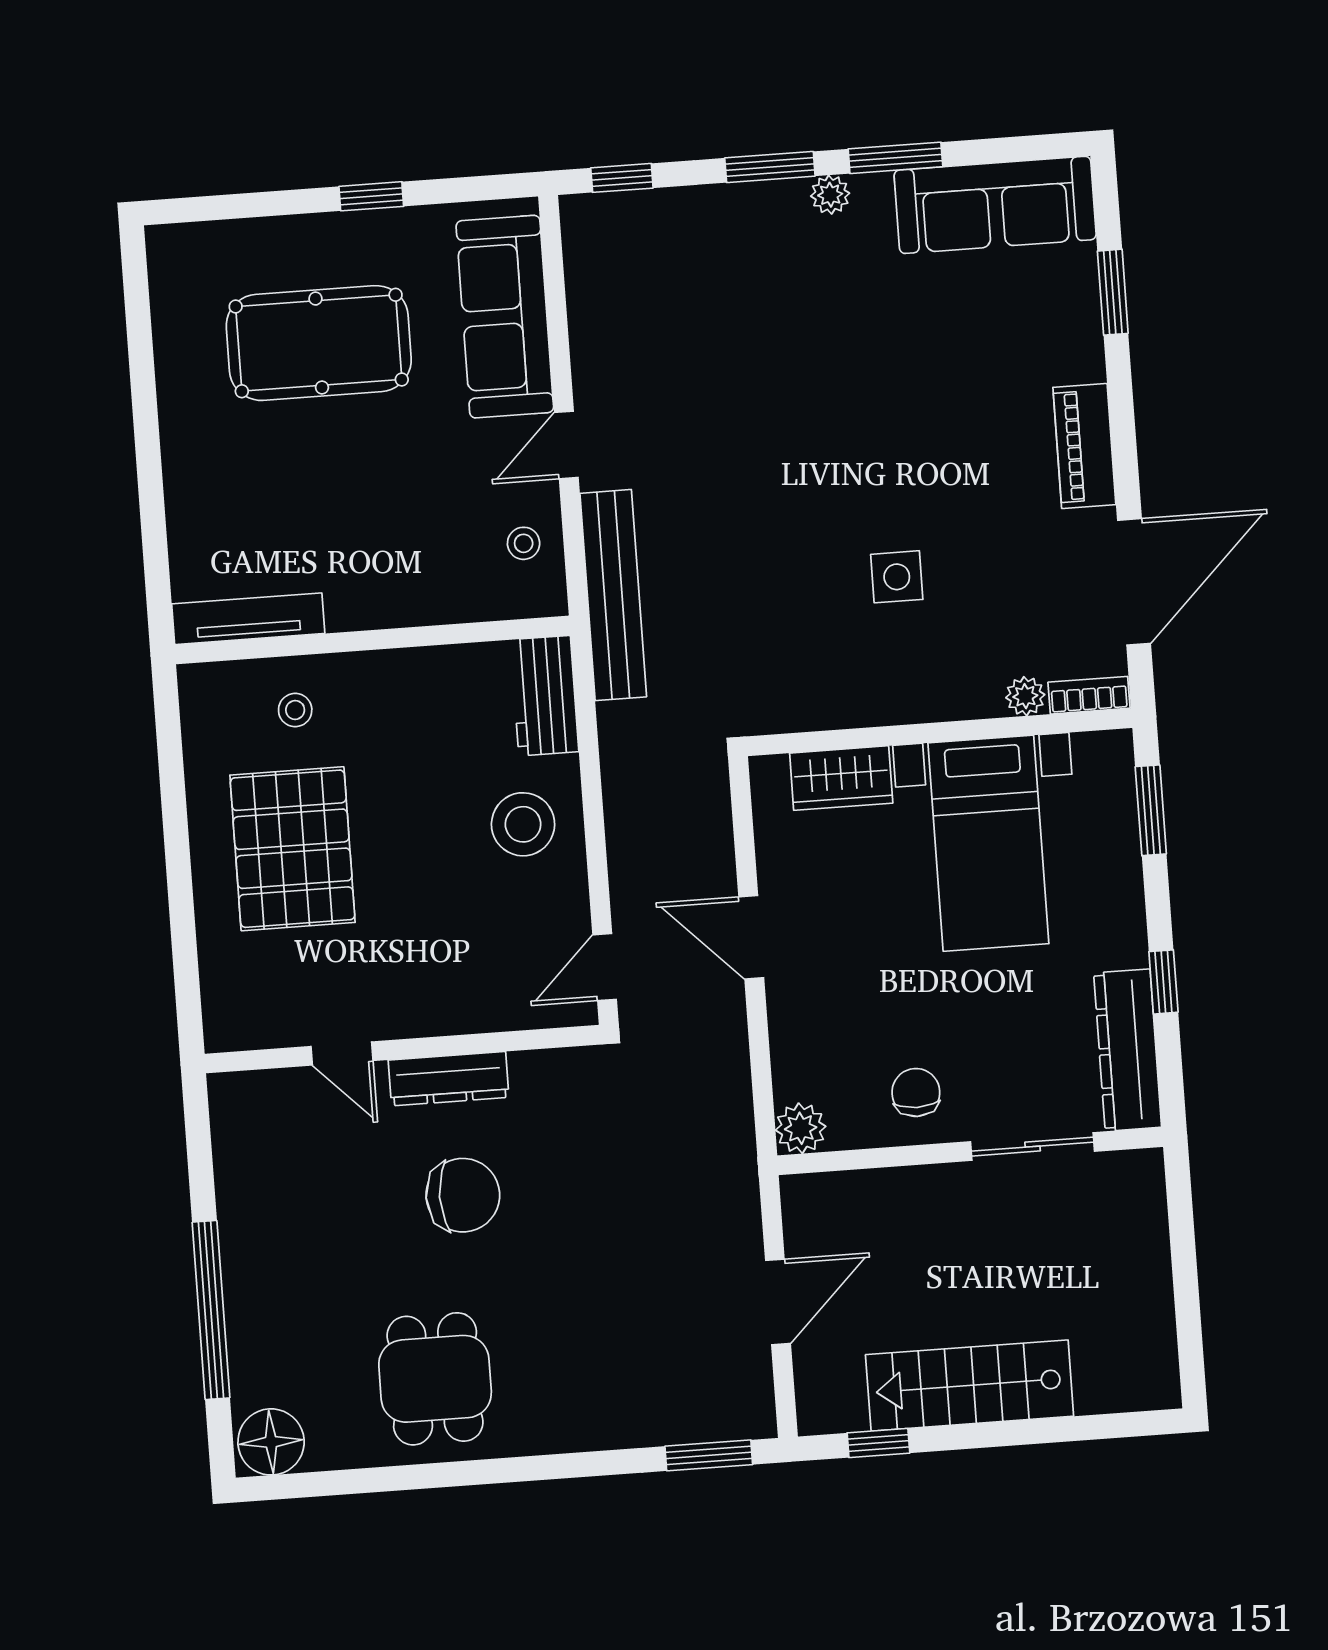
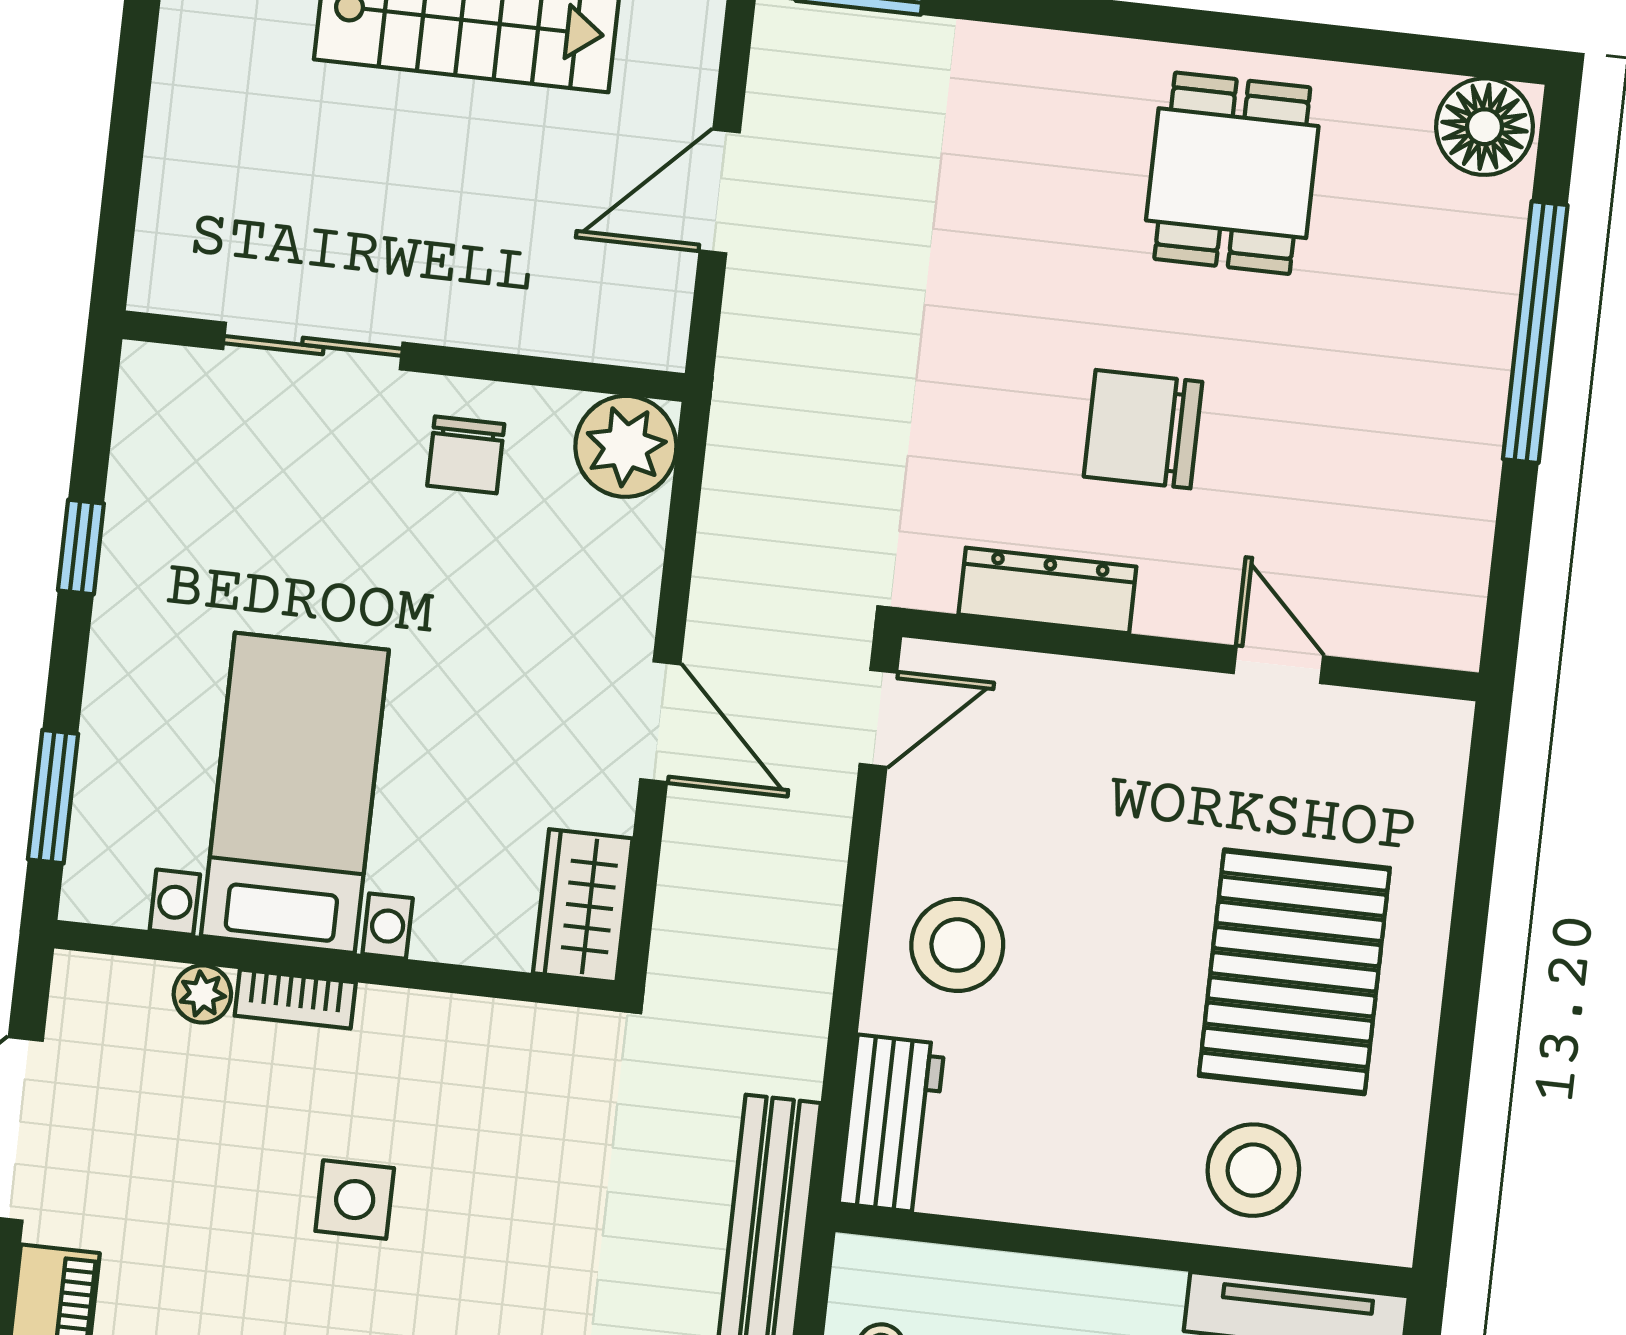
bookcase: (1089, 695) -> (295, 999), moved
stool: (295, 710) -> (1253, 1170), width x1.89, depth x1.89
wardrobe: (841, 778) -> (583, 906), moved, turned -90
dresser: (1128, 1050) -> (151, 459), removed
dresser: (449, 1079) -> (1047, 590), moved
plant: (801, 1128) -> (626, 446), width x1.36, depth x1.36

